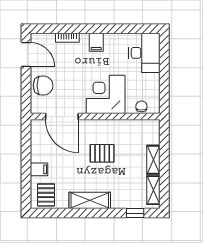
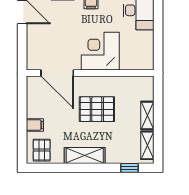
chair: (43, 86) -> (39, 42), removed
chair: (141, 106) -> (136, 63), removed
pallet: (102, 153) -> (97, 109), width x1.50, depth x1.42

